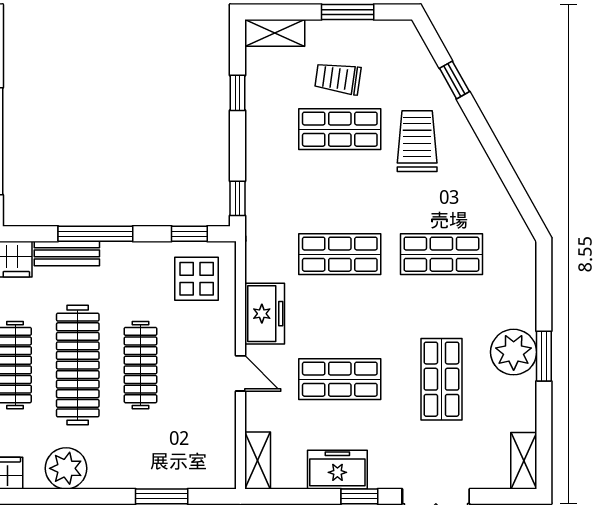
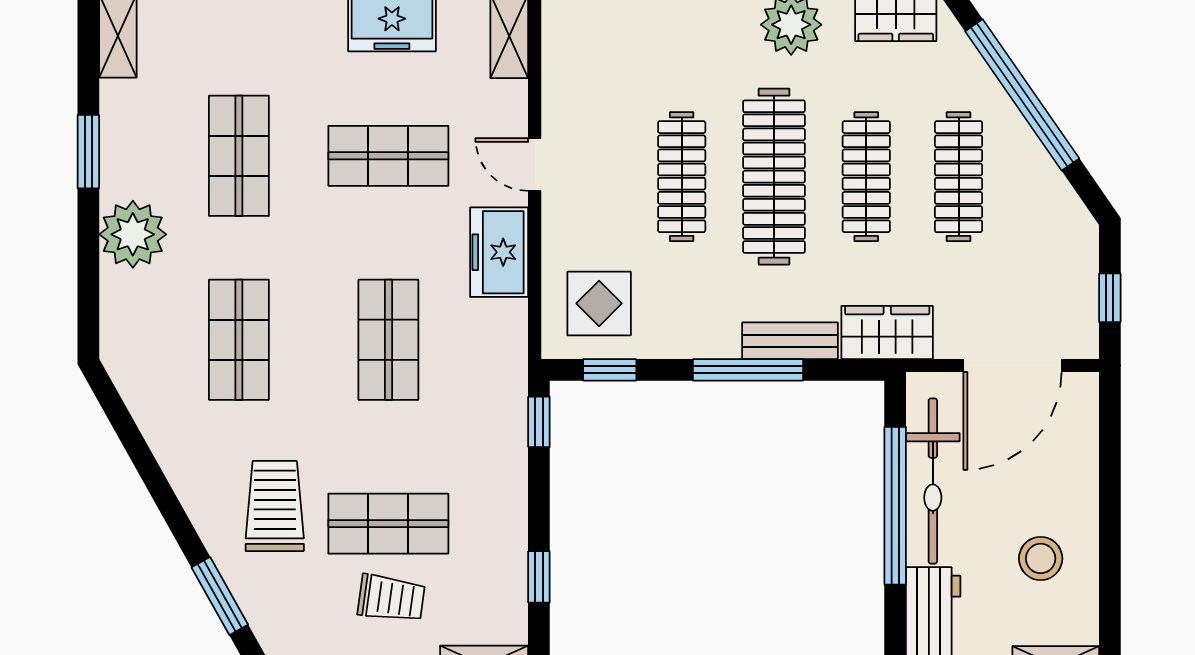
window: (454, 80) -> (220, 596), width x1.50
trolley: (417, 141) -> (275, 506), turned 180
shop shelf: (340, 254) -> (388, 340), turned 90
shop shelf: (441, 254) -> (239, 340), turned 90
plant: (514, 352) -> (133, 234), moved
window: (544, 356) -> (88, 152), moved

